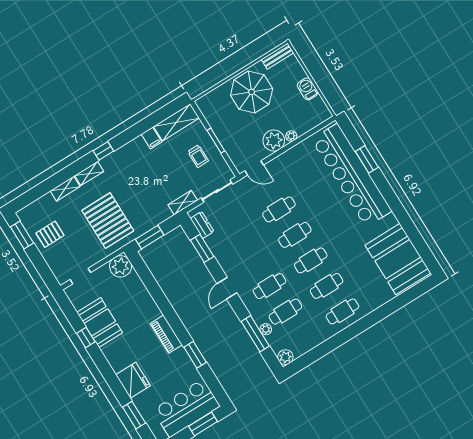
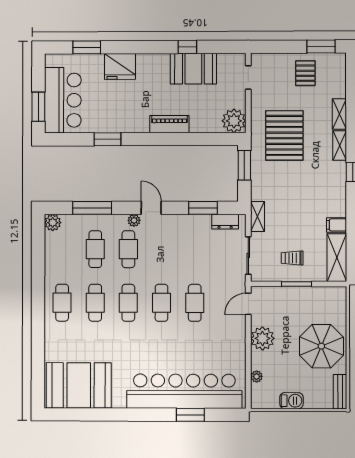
plant: (291, 136) -> (257, 376), moved
pallet: (108, 221) -> (284, 135), turned 90
plant: (266, 329) -> (134, 220), moved
piano: (166, 334) -> (169, 124), moved

